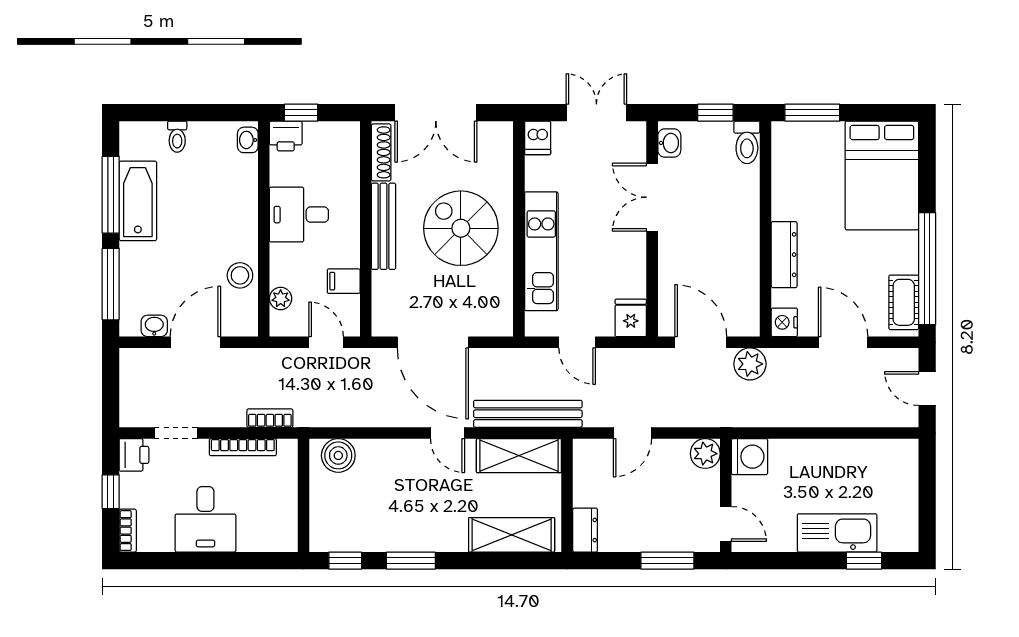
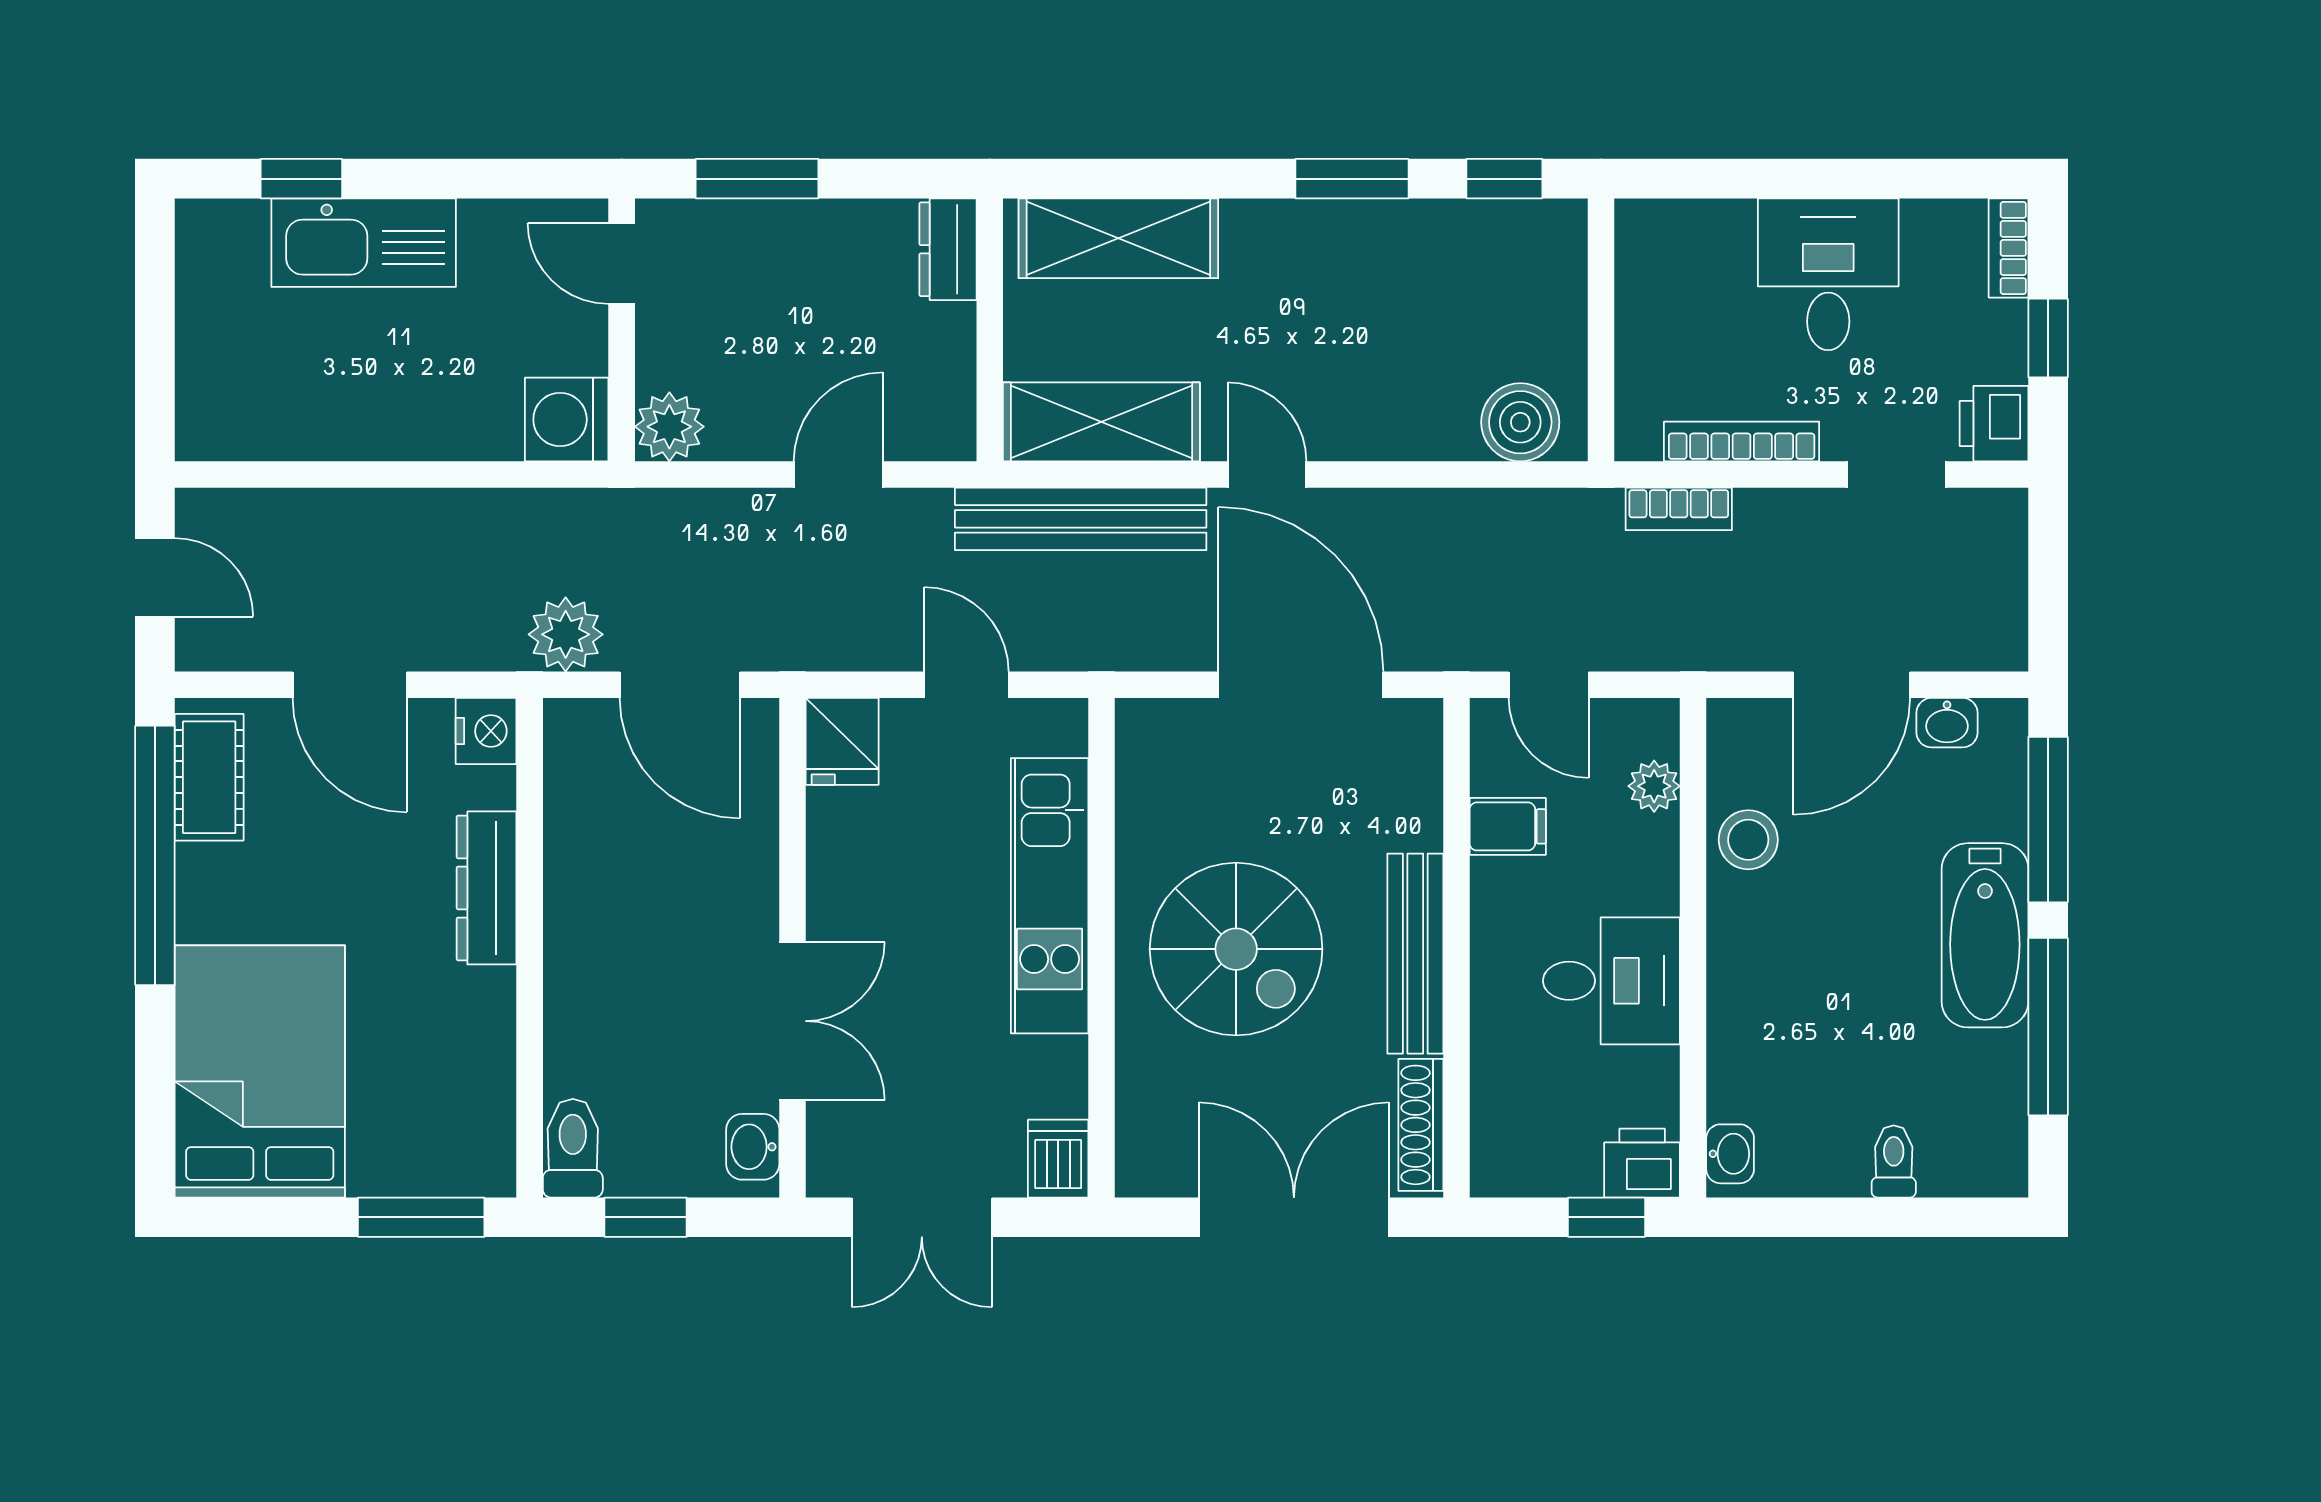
bathtub: (138, 201) -> (1985, 935), moved

